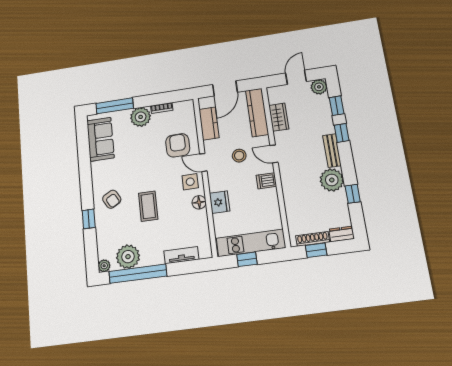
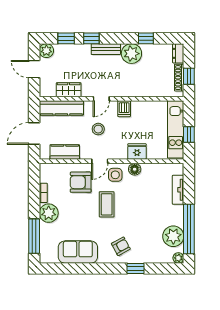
door: (225, 88) -> (34, 133), swing flipped
sofa: (100, 139) -> (78, 252), moved
coffee table: (148, 206) -> (107, 204), moved, turned 90

